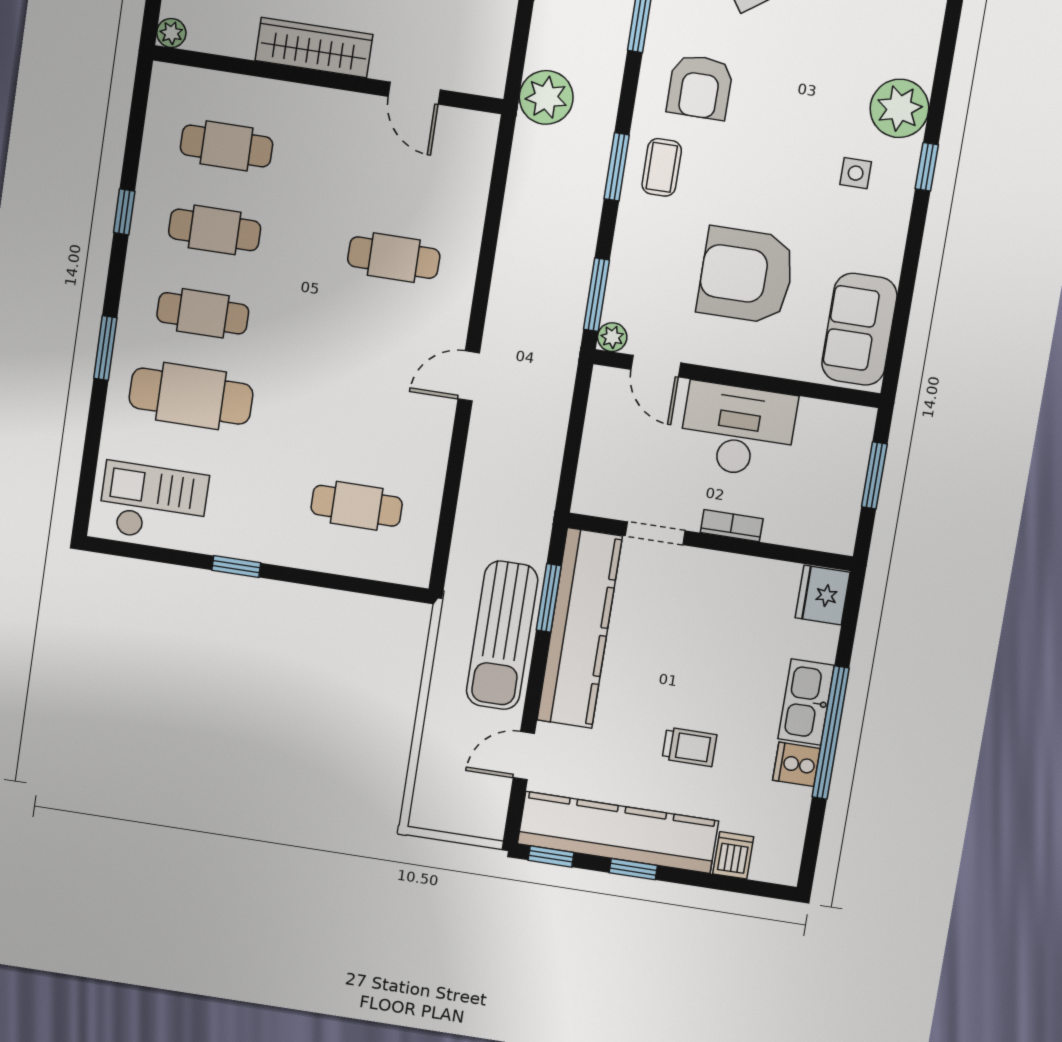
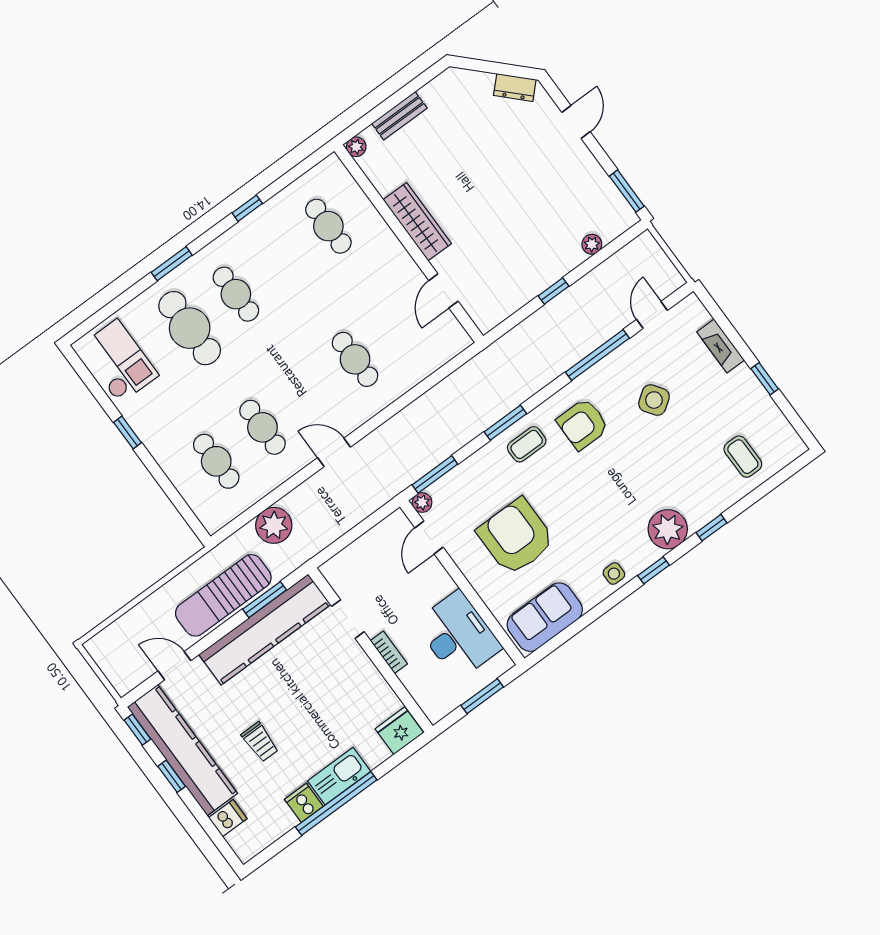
window: (945, 61) -> (712, 528), added
plant: (546, 97) -> (274, 525), moved
side table: (856, 173) -> (614, 574), moved
cafe table: (215, 230) -> (262, 427), moved
desk: (738, 430) -> (458, 635), moved

